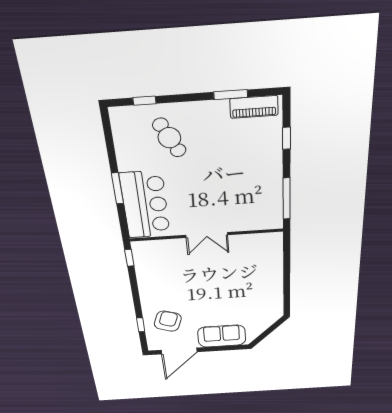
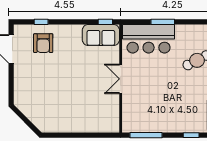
armchair: (168, 321) -> (43, 43), turned 71
sofa: (222, 336) -> (101, 35), moved, turned 90

